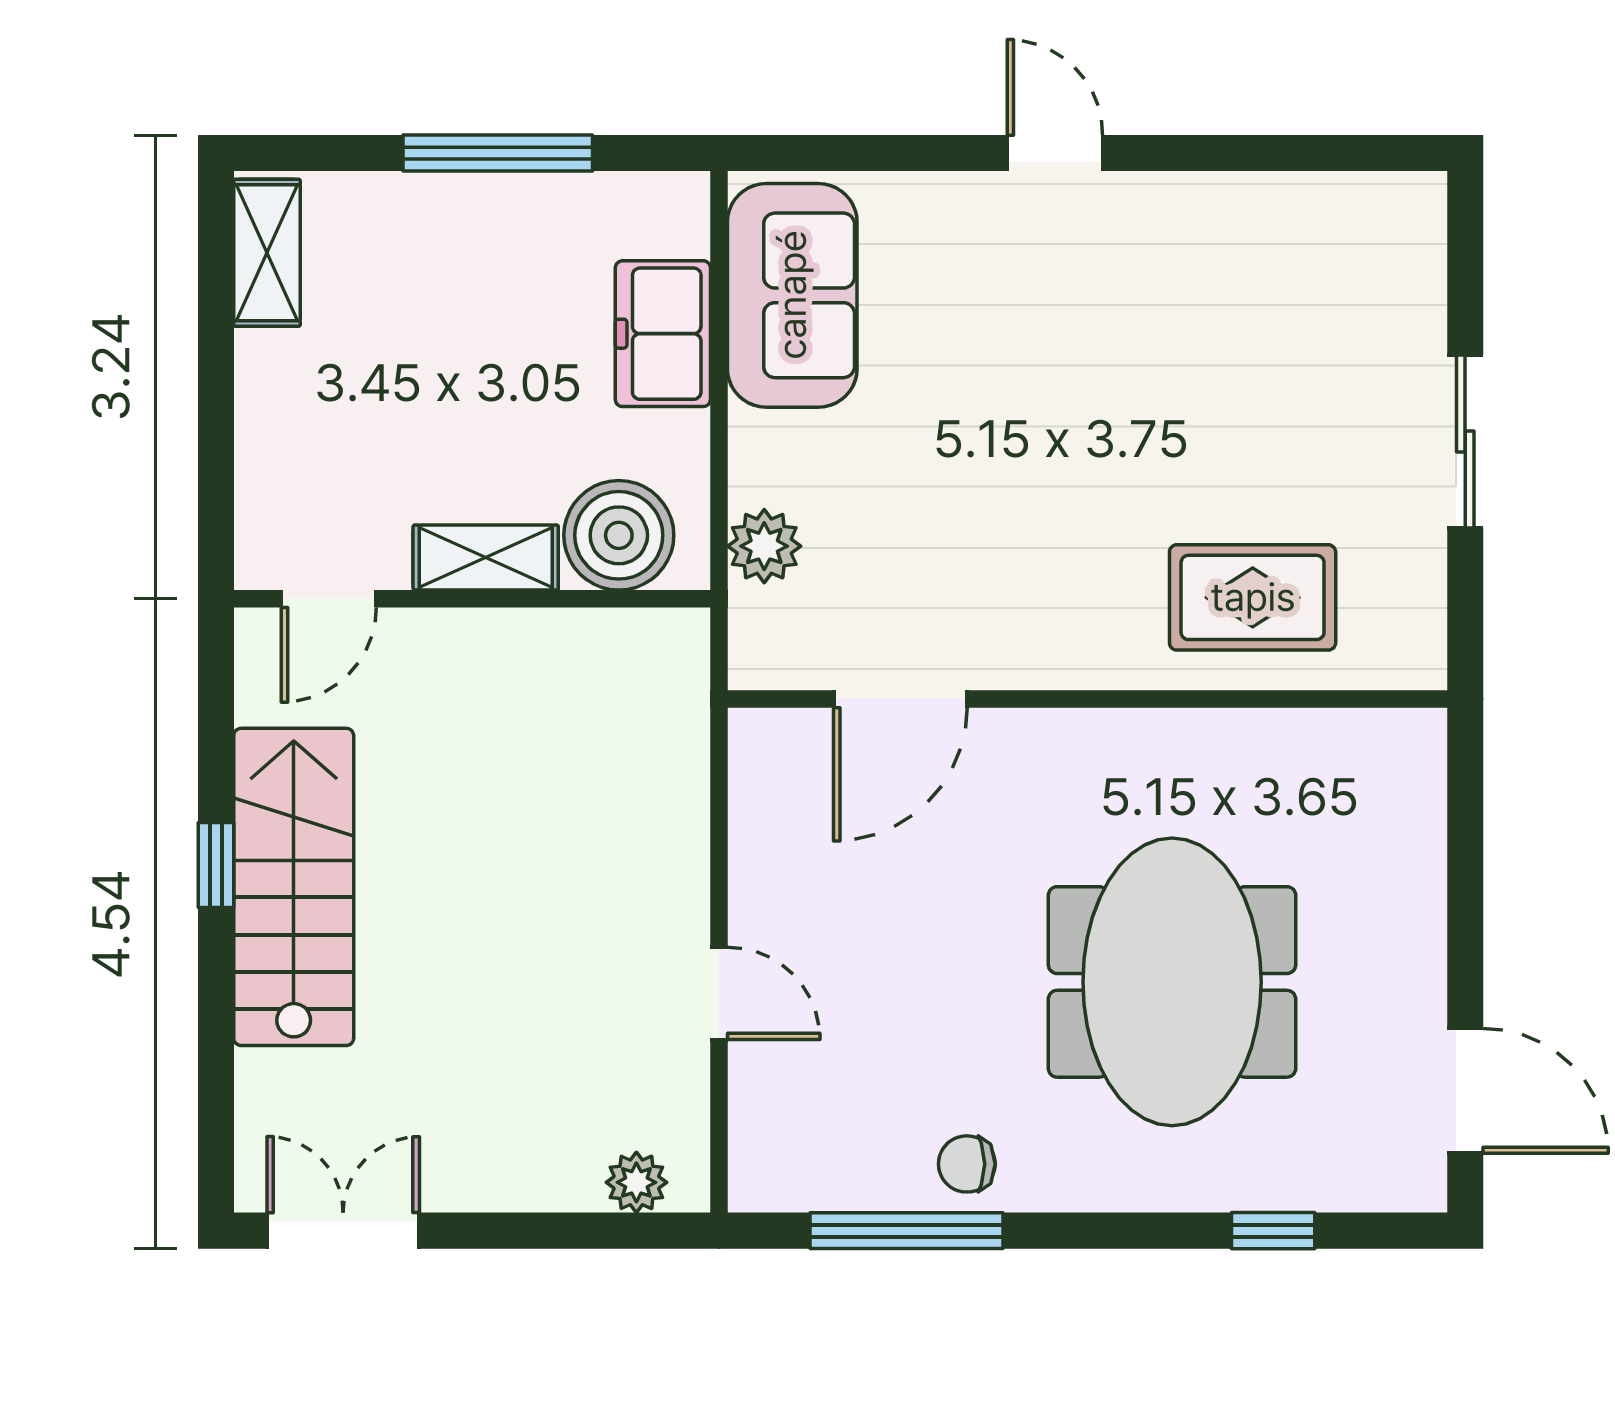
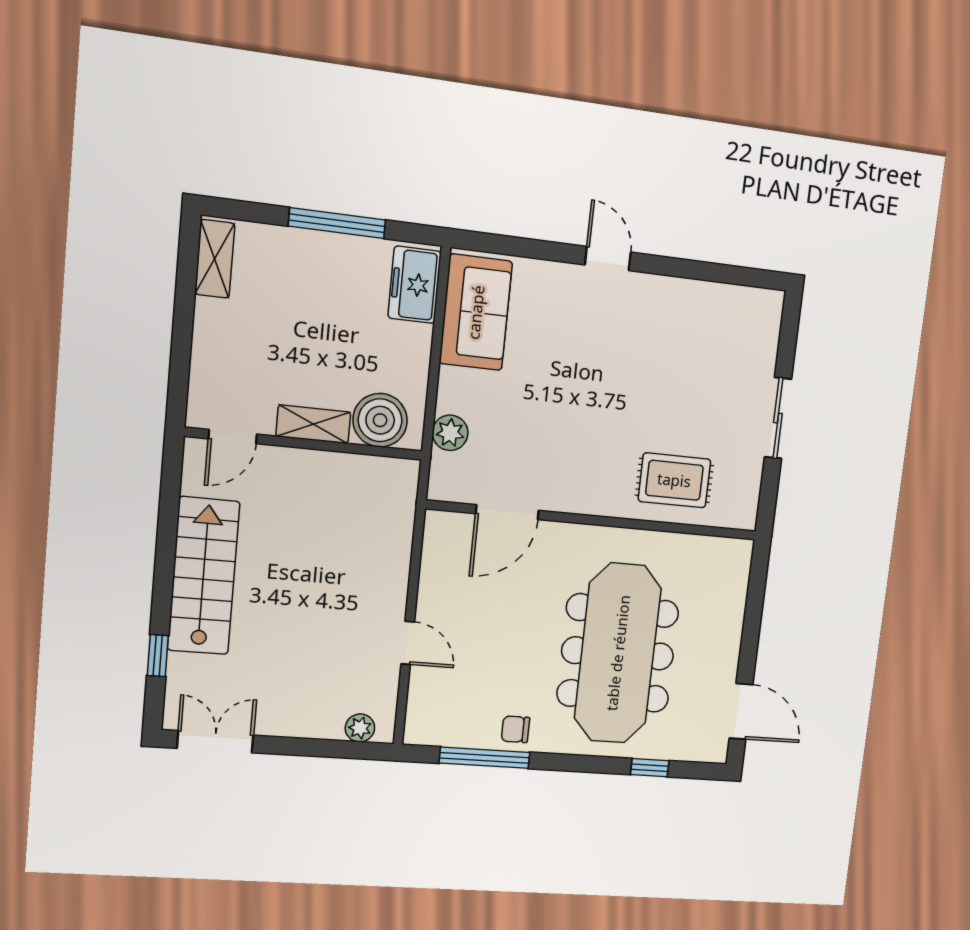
freezer: (663, 334) -> (415, 285), moved
window: (216, 865) -> (158, 656), moved
meeting table: (1172, 982) -> (618, 653), width x1.36

